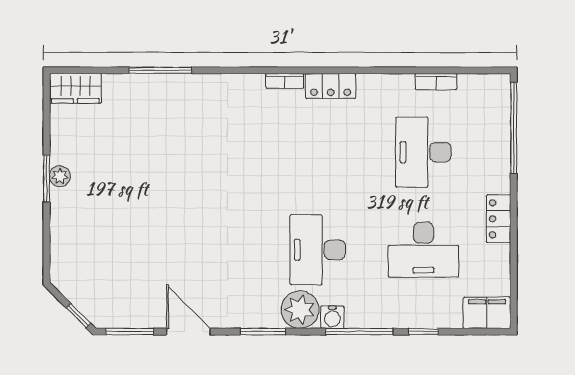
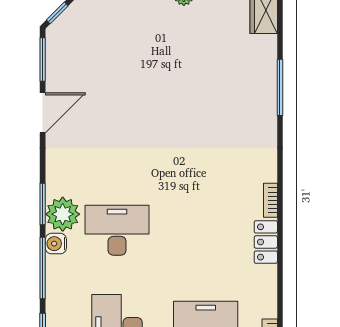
window: (263, 332) -> (43, 204), moved

